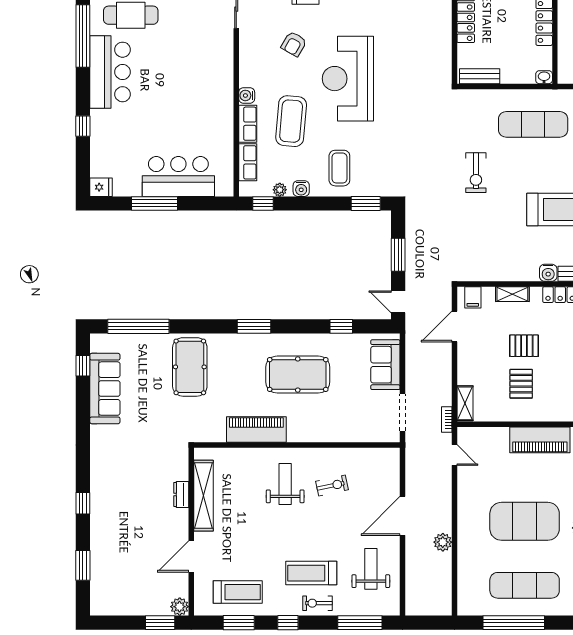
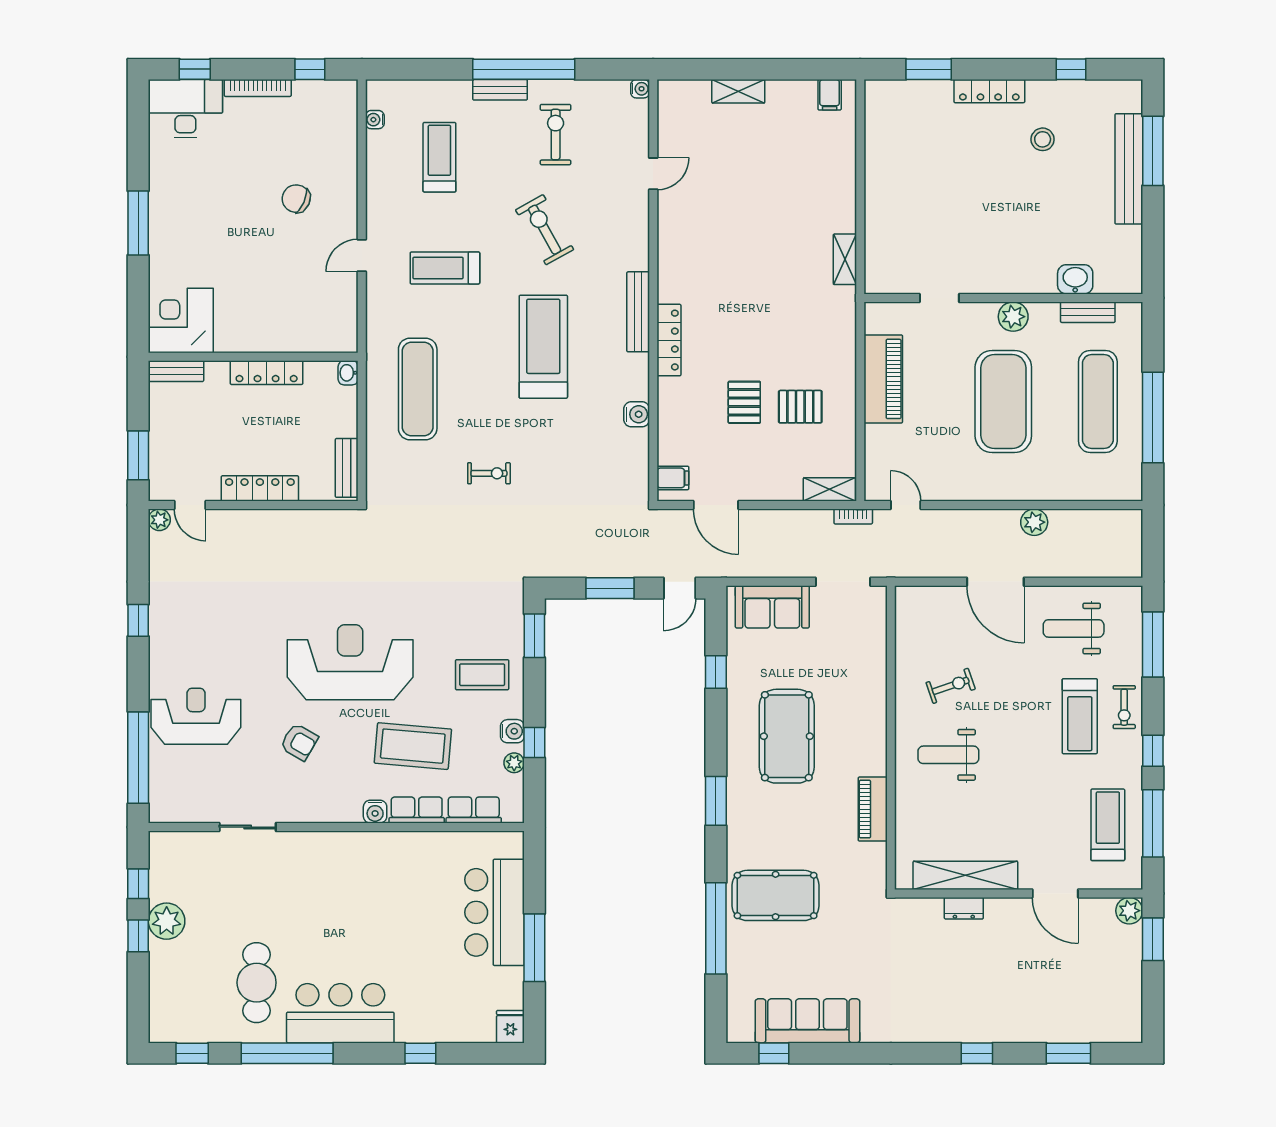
reception desk: (348, 79) -> (350, 662), turned 180
exercise bike: (476, 173) -> (489, 473), width x0.73, depth x0.72
window: (263, 203) -> (534, 743), moved
water cooler: (548, 273) -> (637, 414), moved
shelving: (512, 294) -> (668, 420), removed
window: (138, 326) -> (716, 928), moved
piano: (256, 430) -> (873, 809), width x0.73, depth x0.75
door: (454, 455) -> (906, 505), hinge flipped
exercise bike: (332, 486) -> (951, 686), turned 83
window: (239, 623) -> (1153, 823), width x1.44

